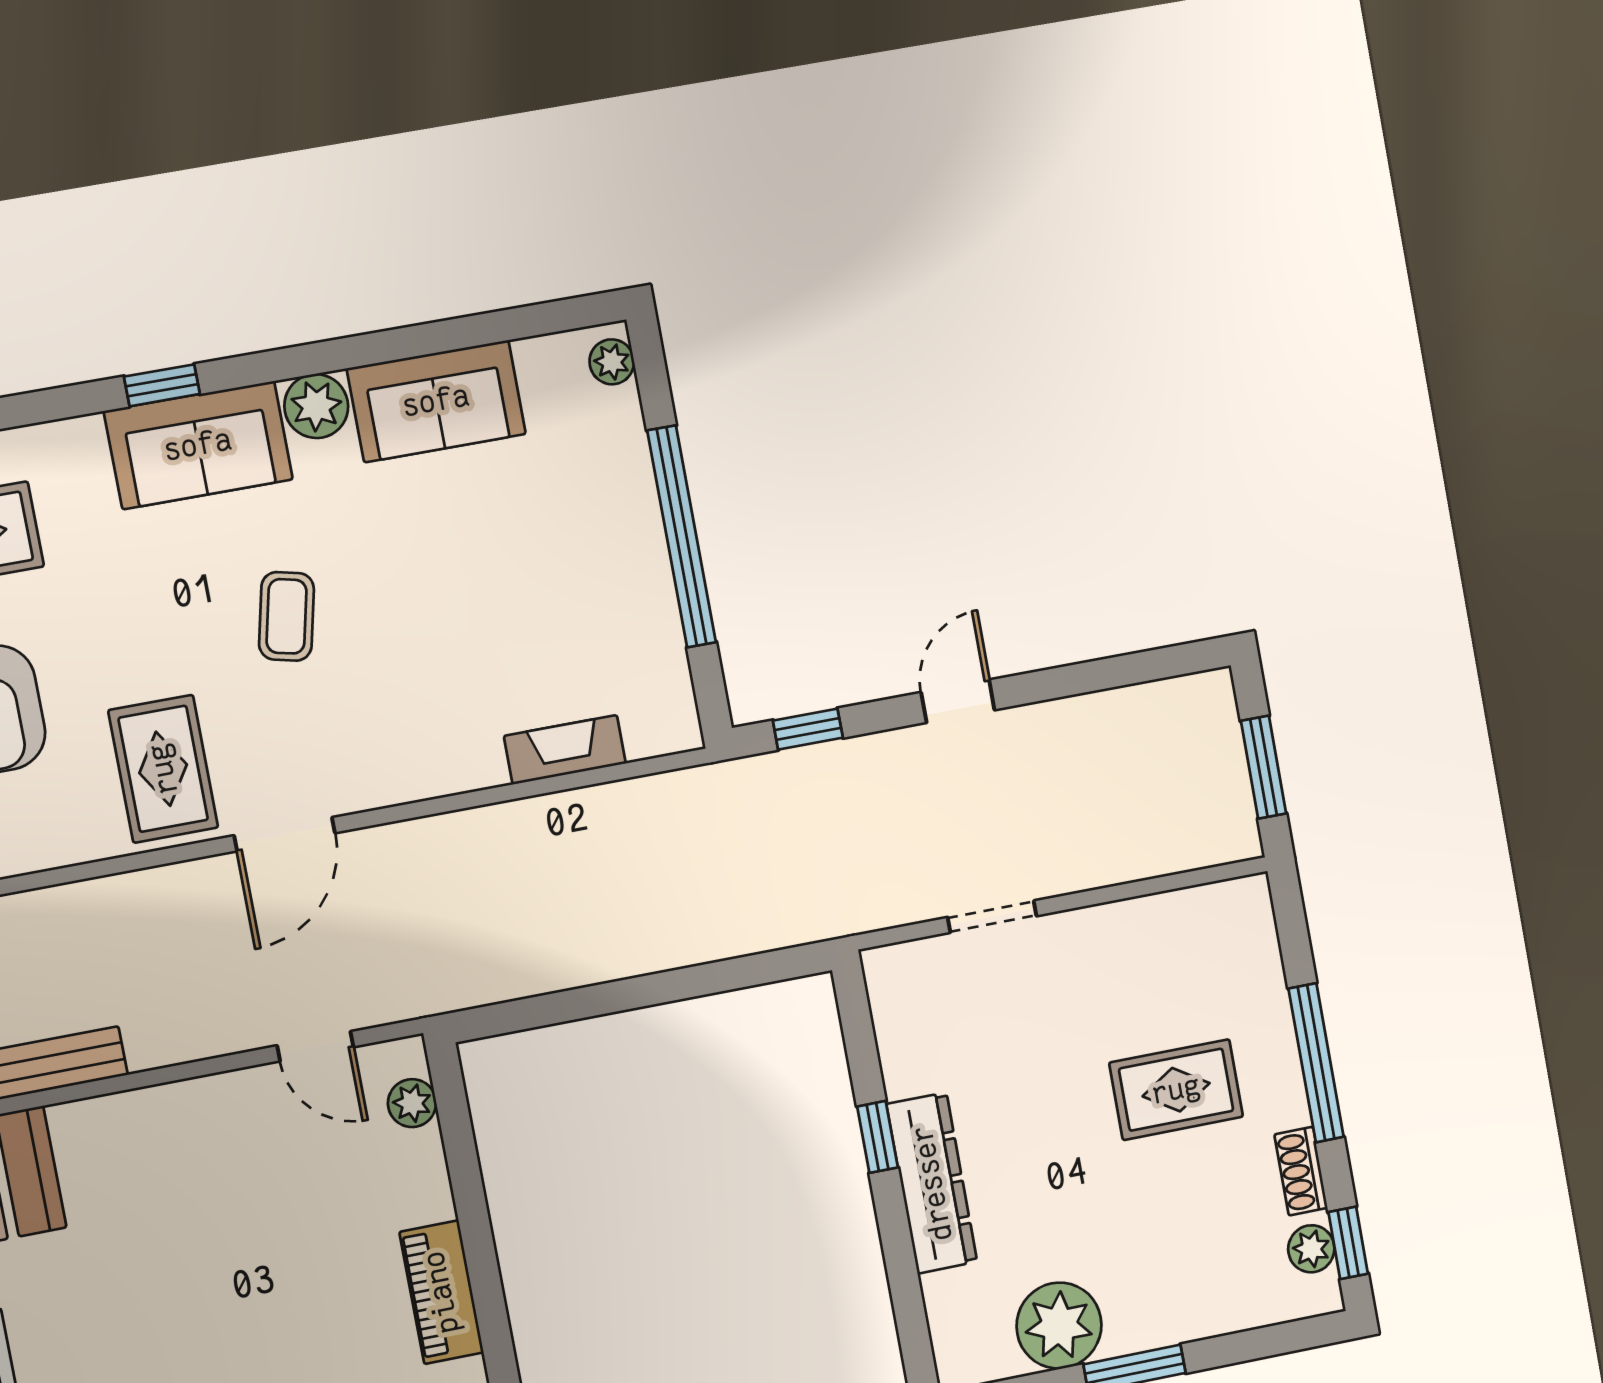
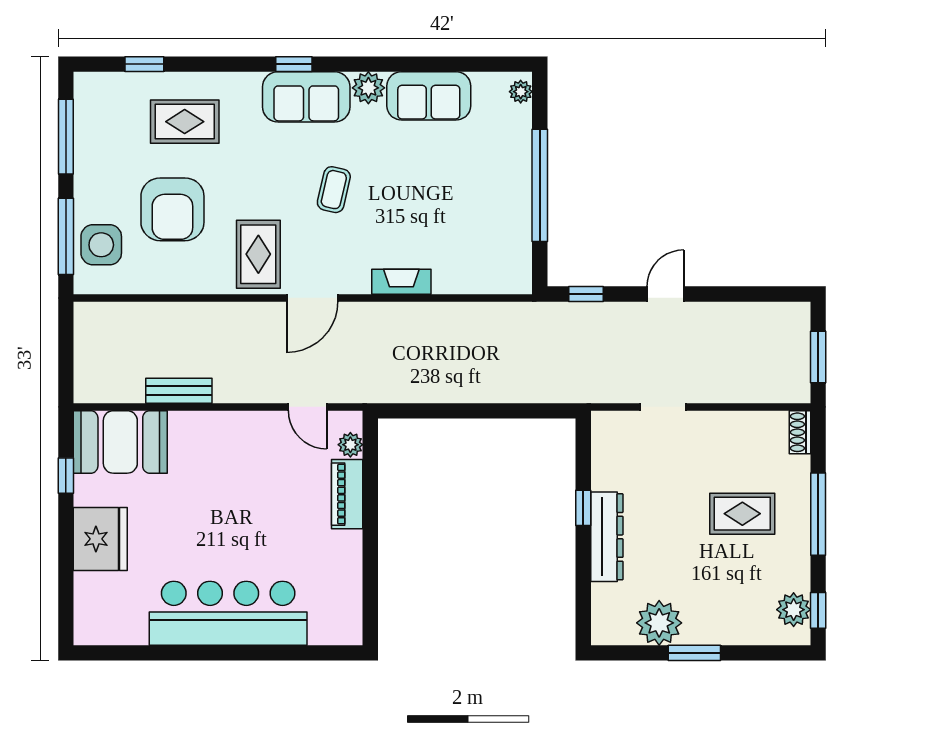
fireplace: (565, 750) -> (401, 282), moved
shoe rack: (1301, 1171) -> (800, 432), moved
plant: (1311, 1249) -> (794, 610), width x1.38, depth x1.38
piano: (441, 1292) -> (347, 494), moved

